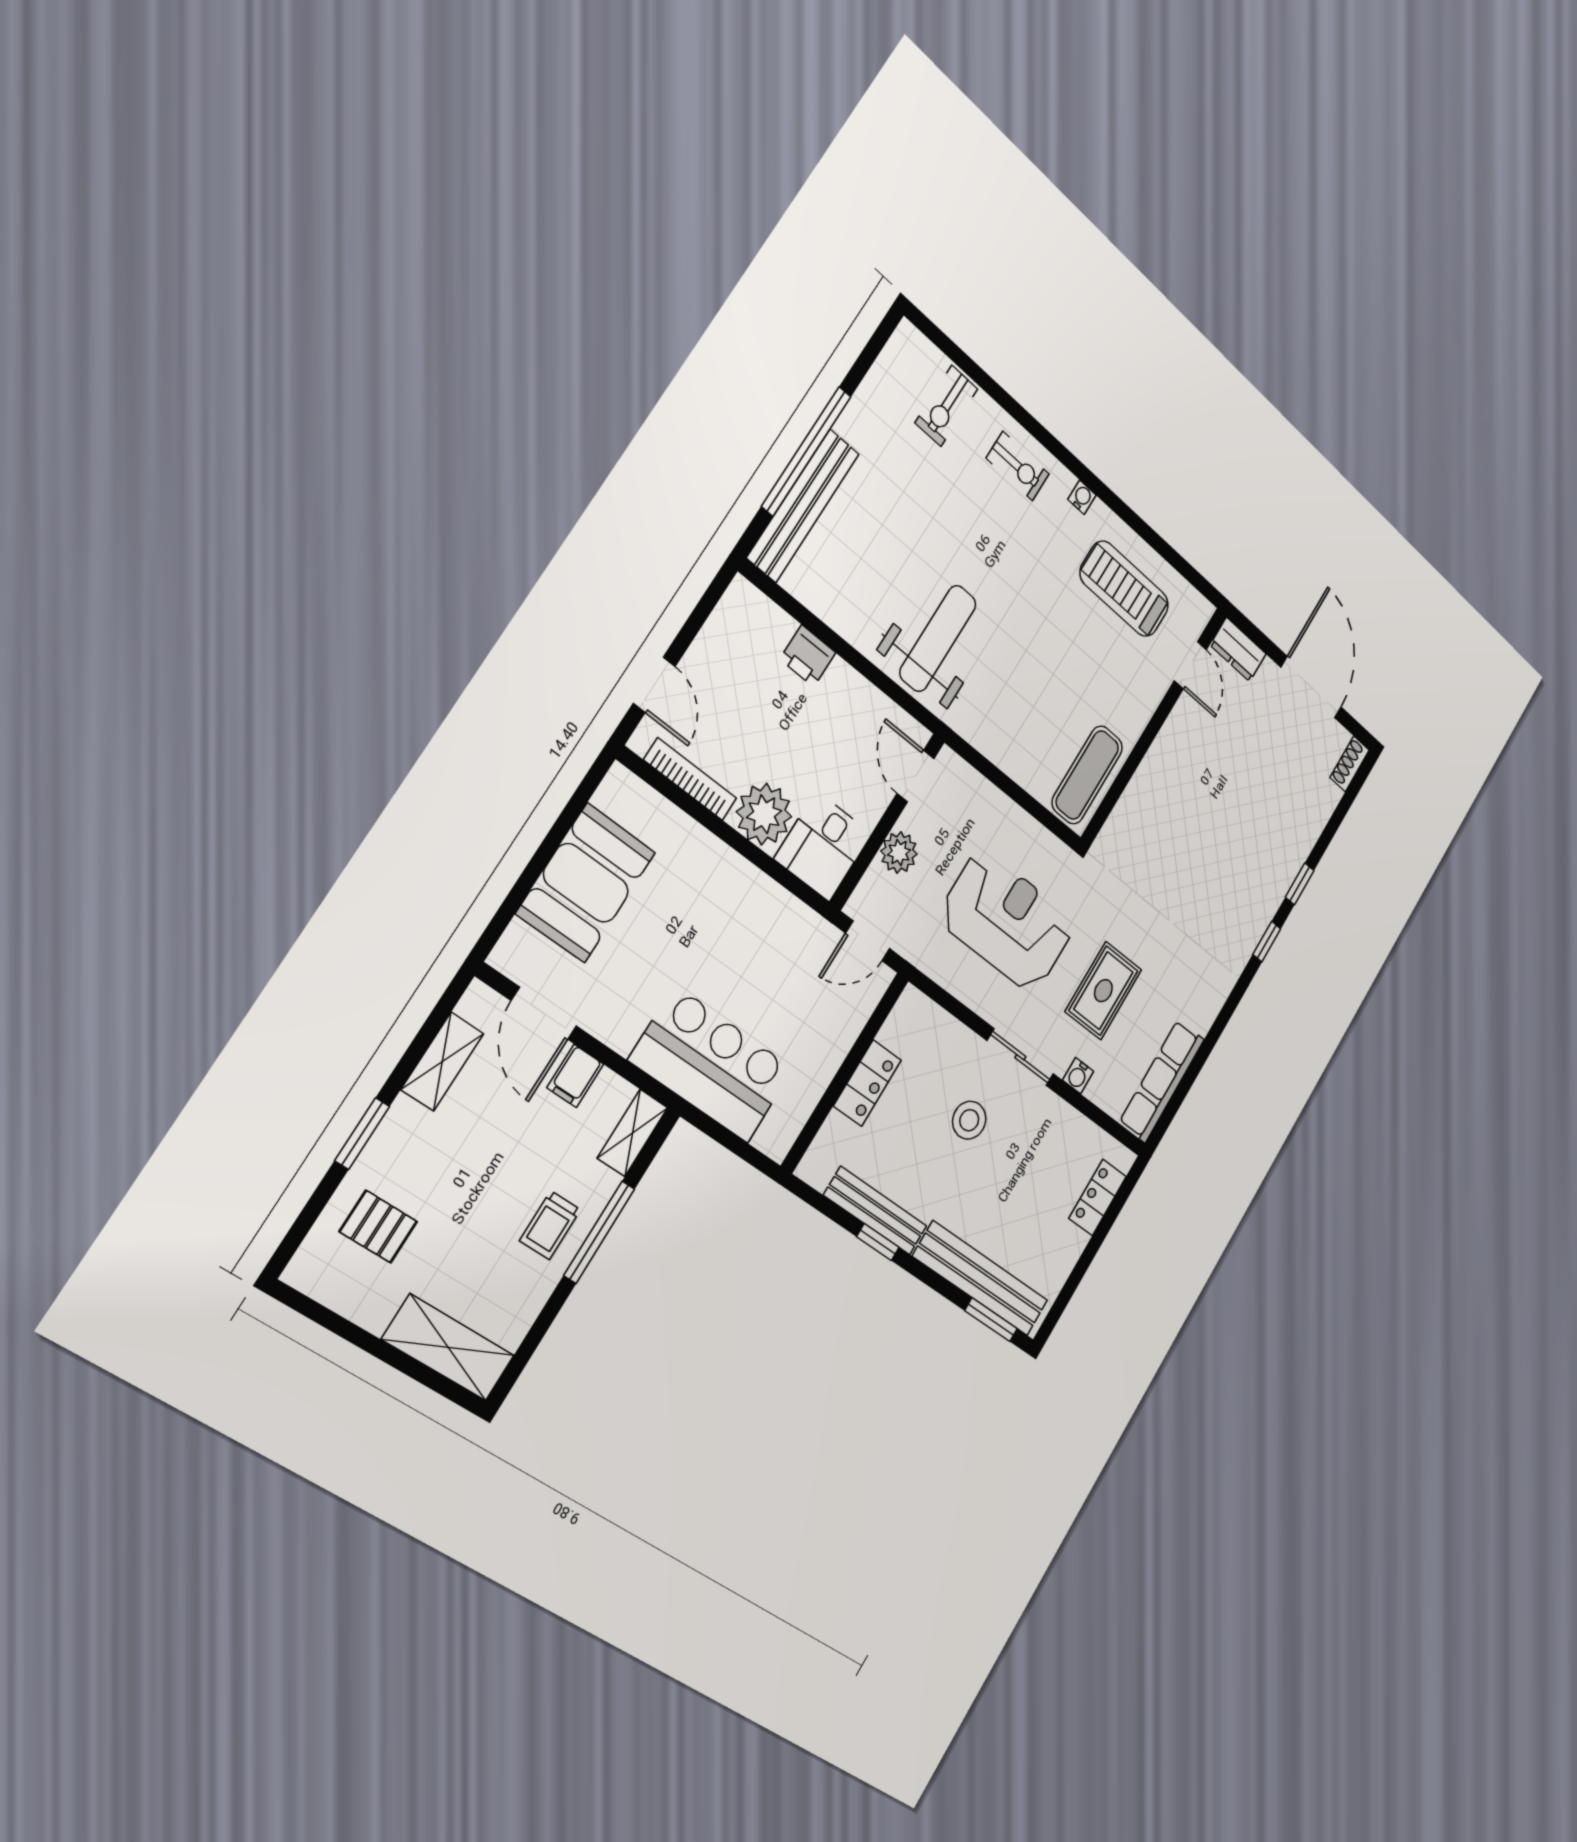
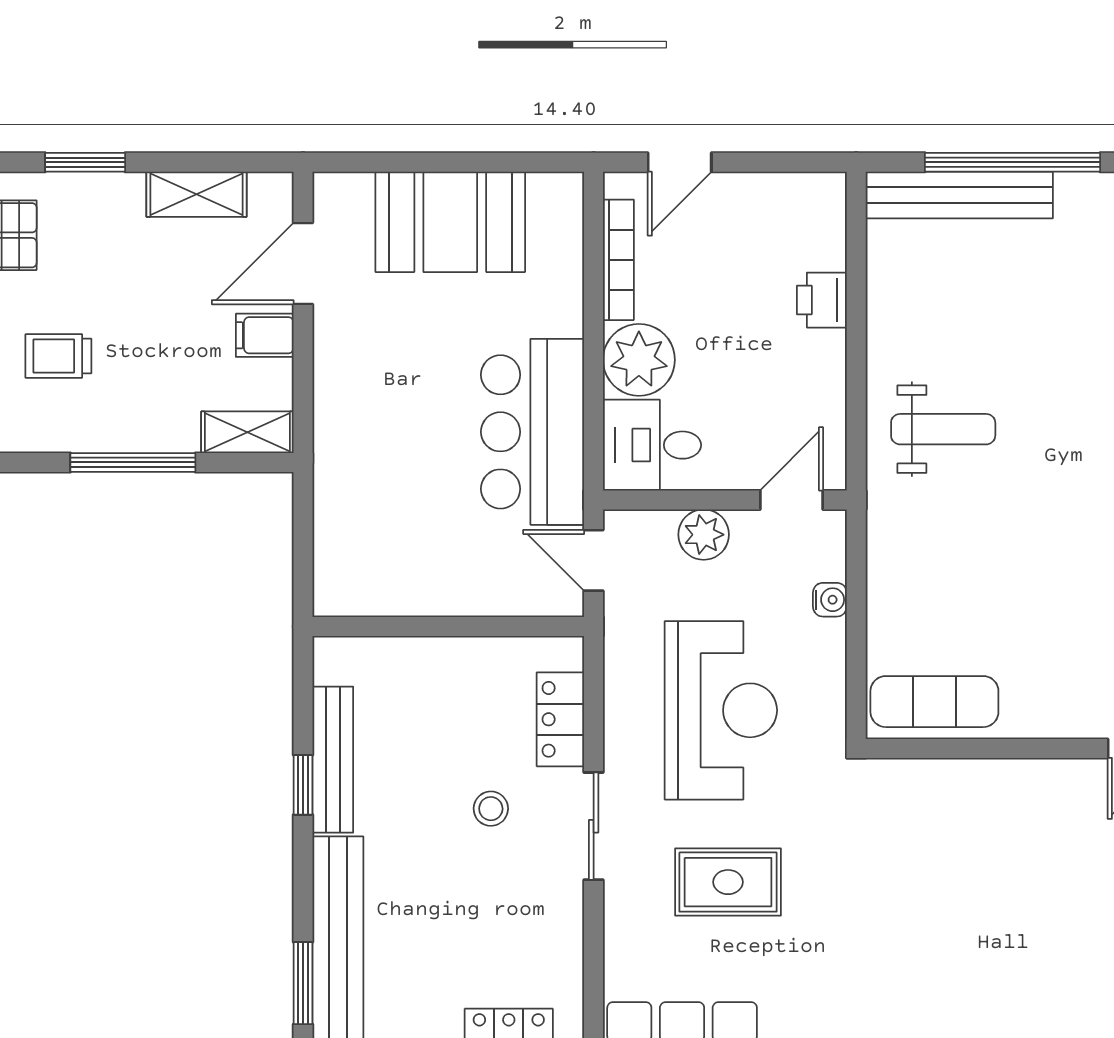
weight bench: (938, 638) -> (943, 429), width x0.73, depth x0.75
bar counter: (712, 1064) -> (533, 432), moved, turned 180
water cooler: (1078, 1076) -> (830, 600), moved, turned 180
locker: (867, 1083) -> (560, 719), moved, turned 90
stool: (969, 1120) -> (491, 809), width x0.73, depth x0.73
trolley: (550, 1225) -> (58, 356), moved

